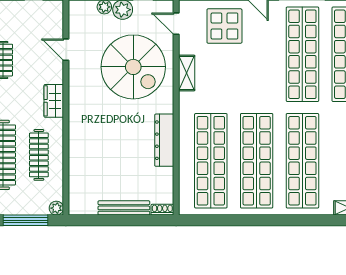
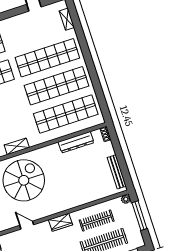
door: (66, 50) -> (27, 225), swing flipped
dresser: (164, 140) -> (76, 142), moved
bench: (124, 208) -> (117, 172), moved

